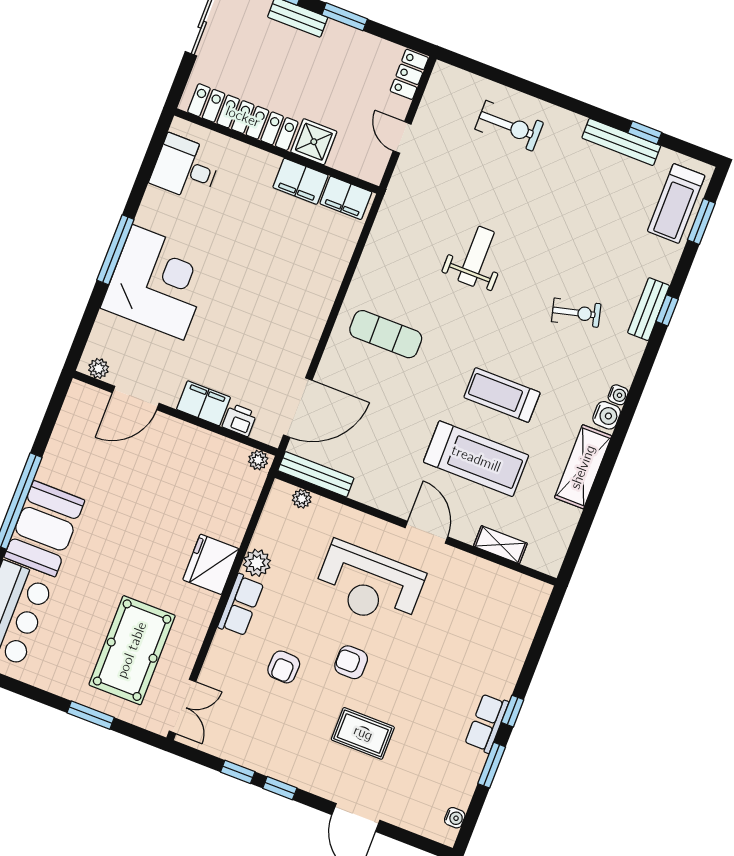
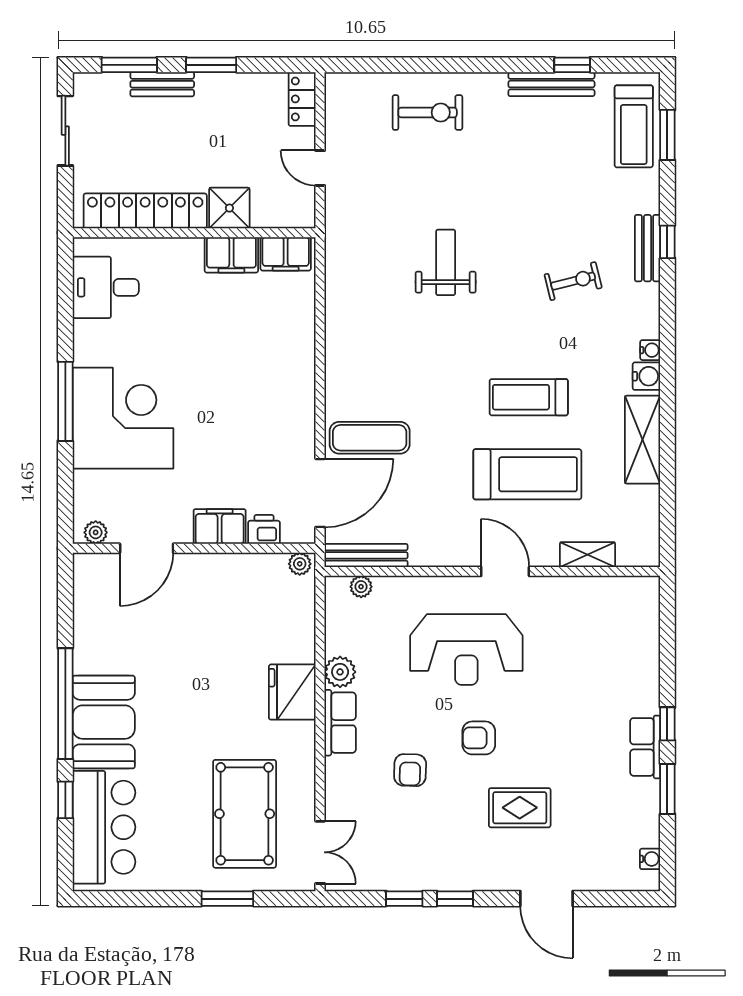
exercise mat: (386, 334) -> (370, 438), moved

